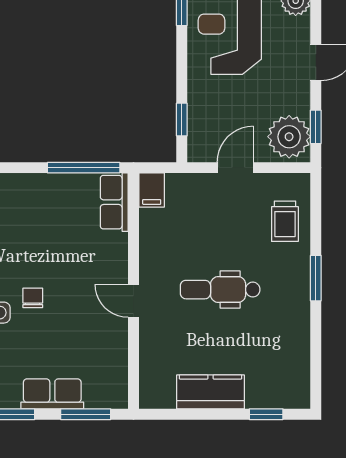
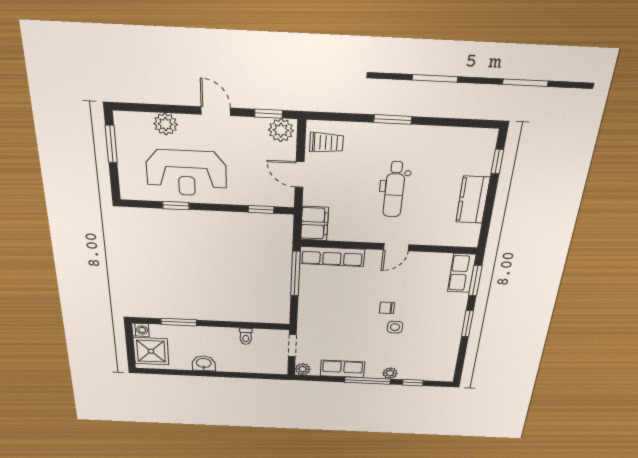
plant: (289, 137) -> (281, 130), width x0.73, depth x0.73
filing cabinet: (152, 190) -> (315, 223), width x2.00
row of seats: (114, 202) -> (332, 256), width x1.48
trolley: (285, 221) -> (326, 143), moved
row of seats: (52, 394) -> (462, 273), moved

